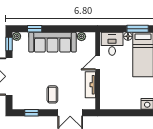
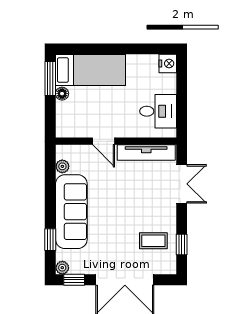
desk: (112, 44) -> (158, 111), moved, turned 180
tv unit: (90, 85) -> (146, 153), width x1.41
coffee table: (52, 94) -> (153, 241), moved

